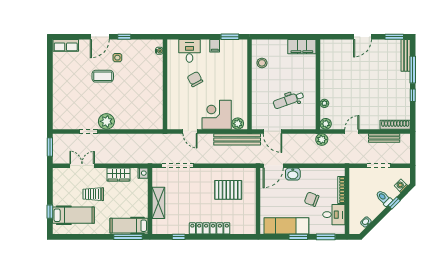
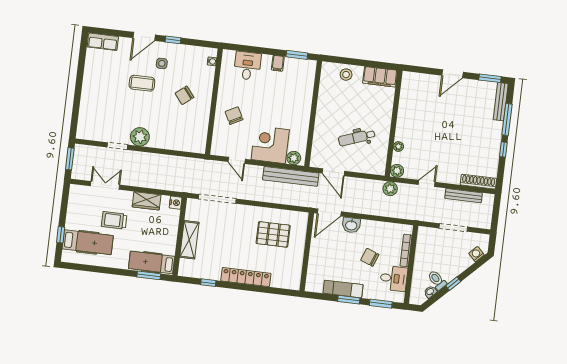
stool: (262, 63) -> (346, 75), moved
chair: (195, 79) -> (234, 116), moved
chair: (140, 82) -> (184, 95), added
toilet: (384, 198) -> (437, 280), moved
window: (394, 203) -> (453, 284), moved
exam couch: (286, 226) -> (343, 289), width x0.73, depth x0.69
window: (128, 237) -> (149, 275), width x0.69

